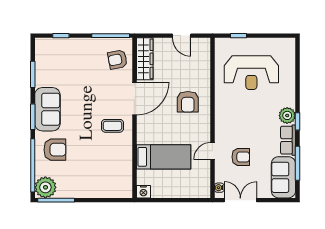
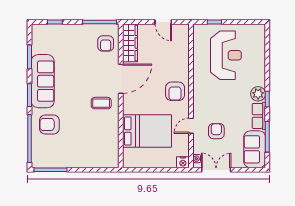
armchair: (118, 59) -> (106, 43), turned -79
reception desk: (251, 73) -> (226, 55), turned -90
armchair: (188, 102) -> (175, 91), moved
sofa: (47, 109) -> (43, 81), width x1.36
armchair: (55, 150) -> (49, 124), turned 180
bed: (164, 157) -> (147, 131), width x1.50
armchair: (241, 157) -> (216, 131), turned -90
plant: (45, 187) -> (41, 158), removed
nightstand: (143, 192) -> (183, 162), moved

